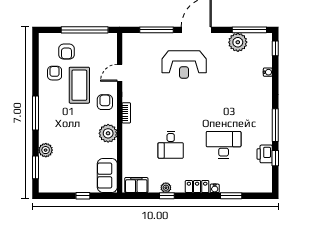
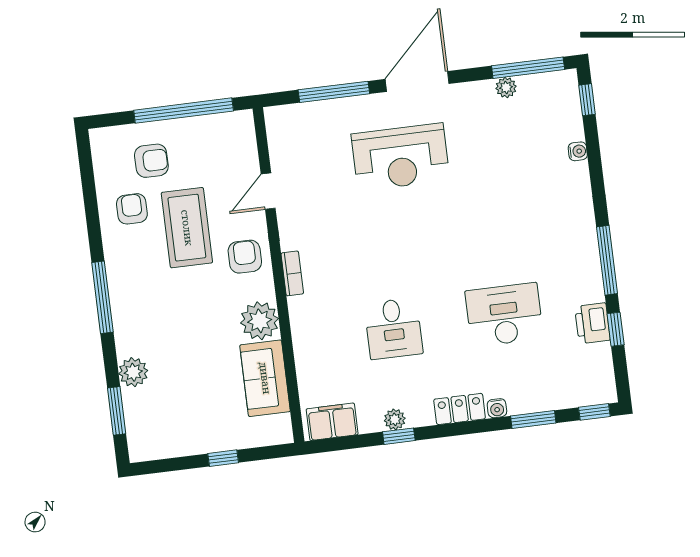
plant: (238, 42) -> (506, 87), width x0.53, depth x0.53
armchair: (67, 52) -> (151, 161), turned -90
sofa: (107, 176) -> (265, 378), moved
window: (260, 196) -> (594, 412), added

